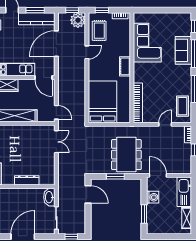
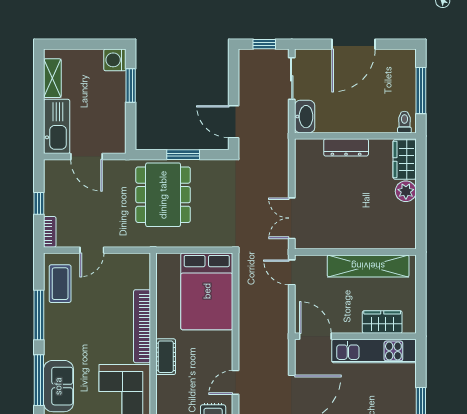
bookcase: (138, 103) -> (142, 326), moved
door: (158, 175) -> (87, 157), moved
washing machine: (153, 197) -> (115, 60), moved

